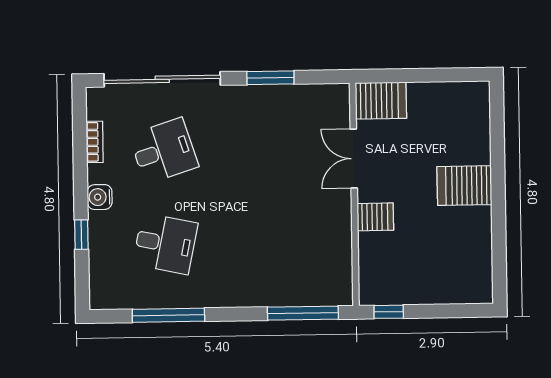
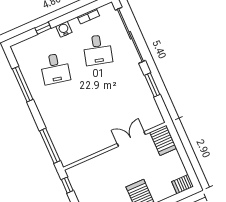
desk: (164, 151) -> (98, 50), turned 33
server rack: (375, 217) -> (183, 184), moved, turned 90

